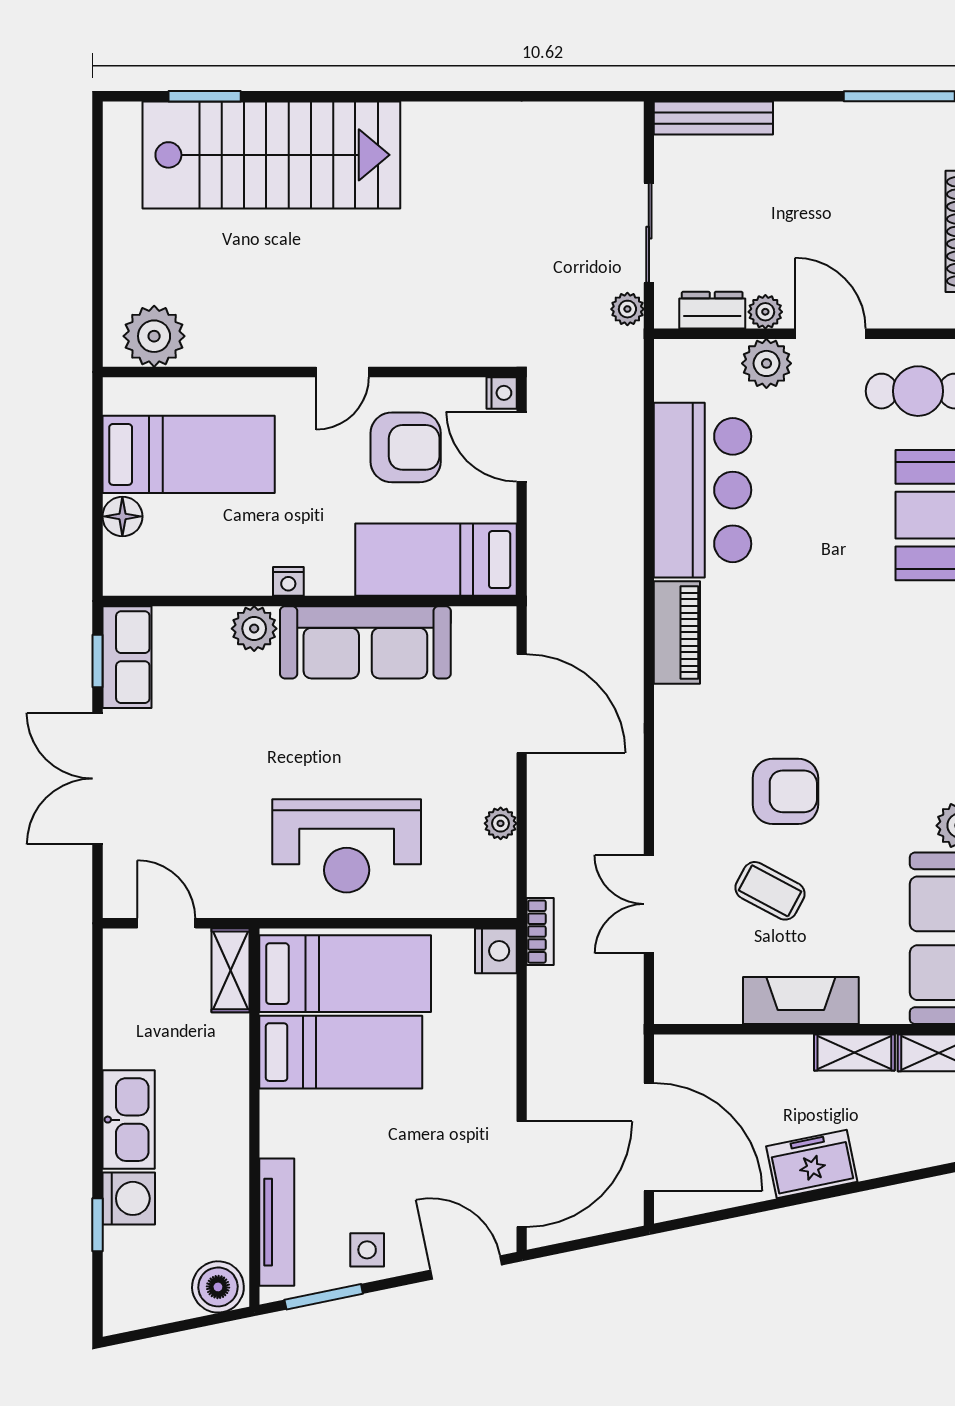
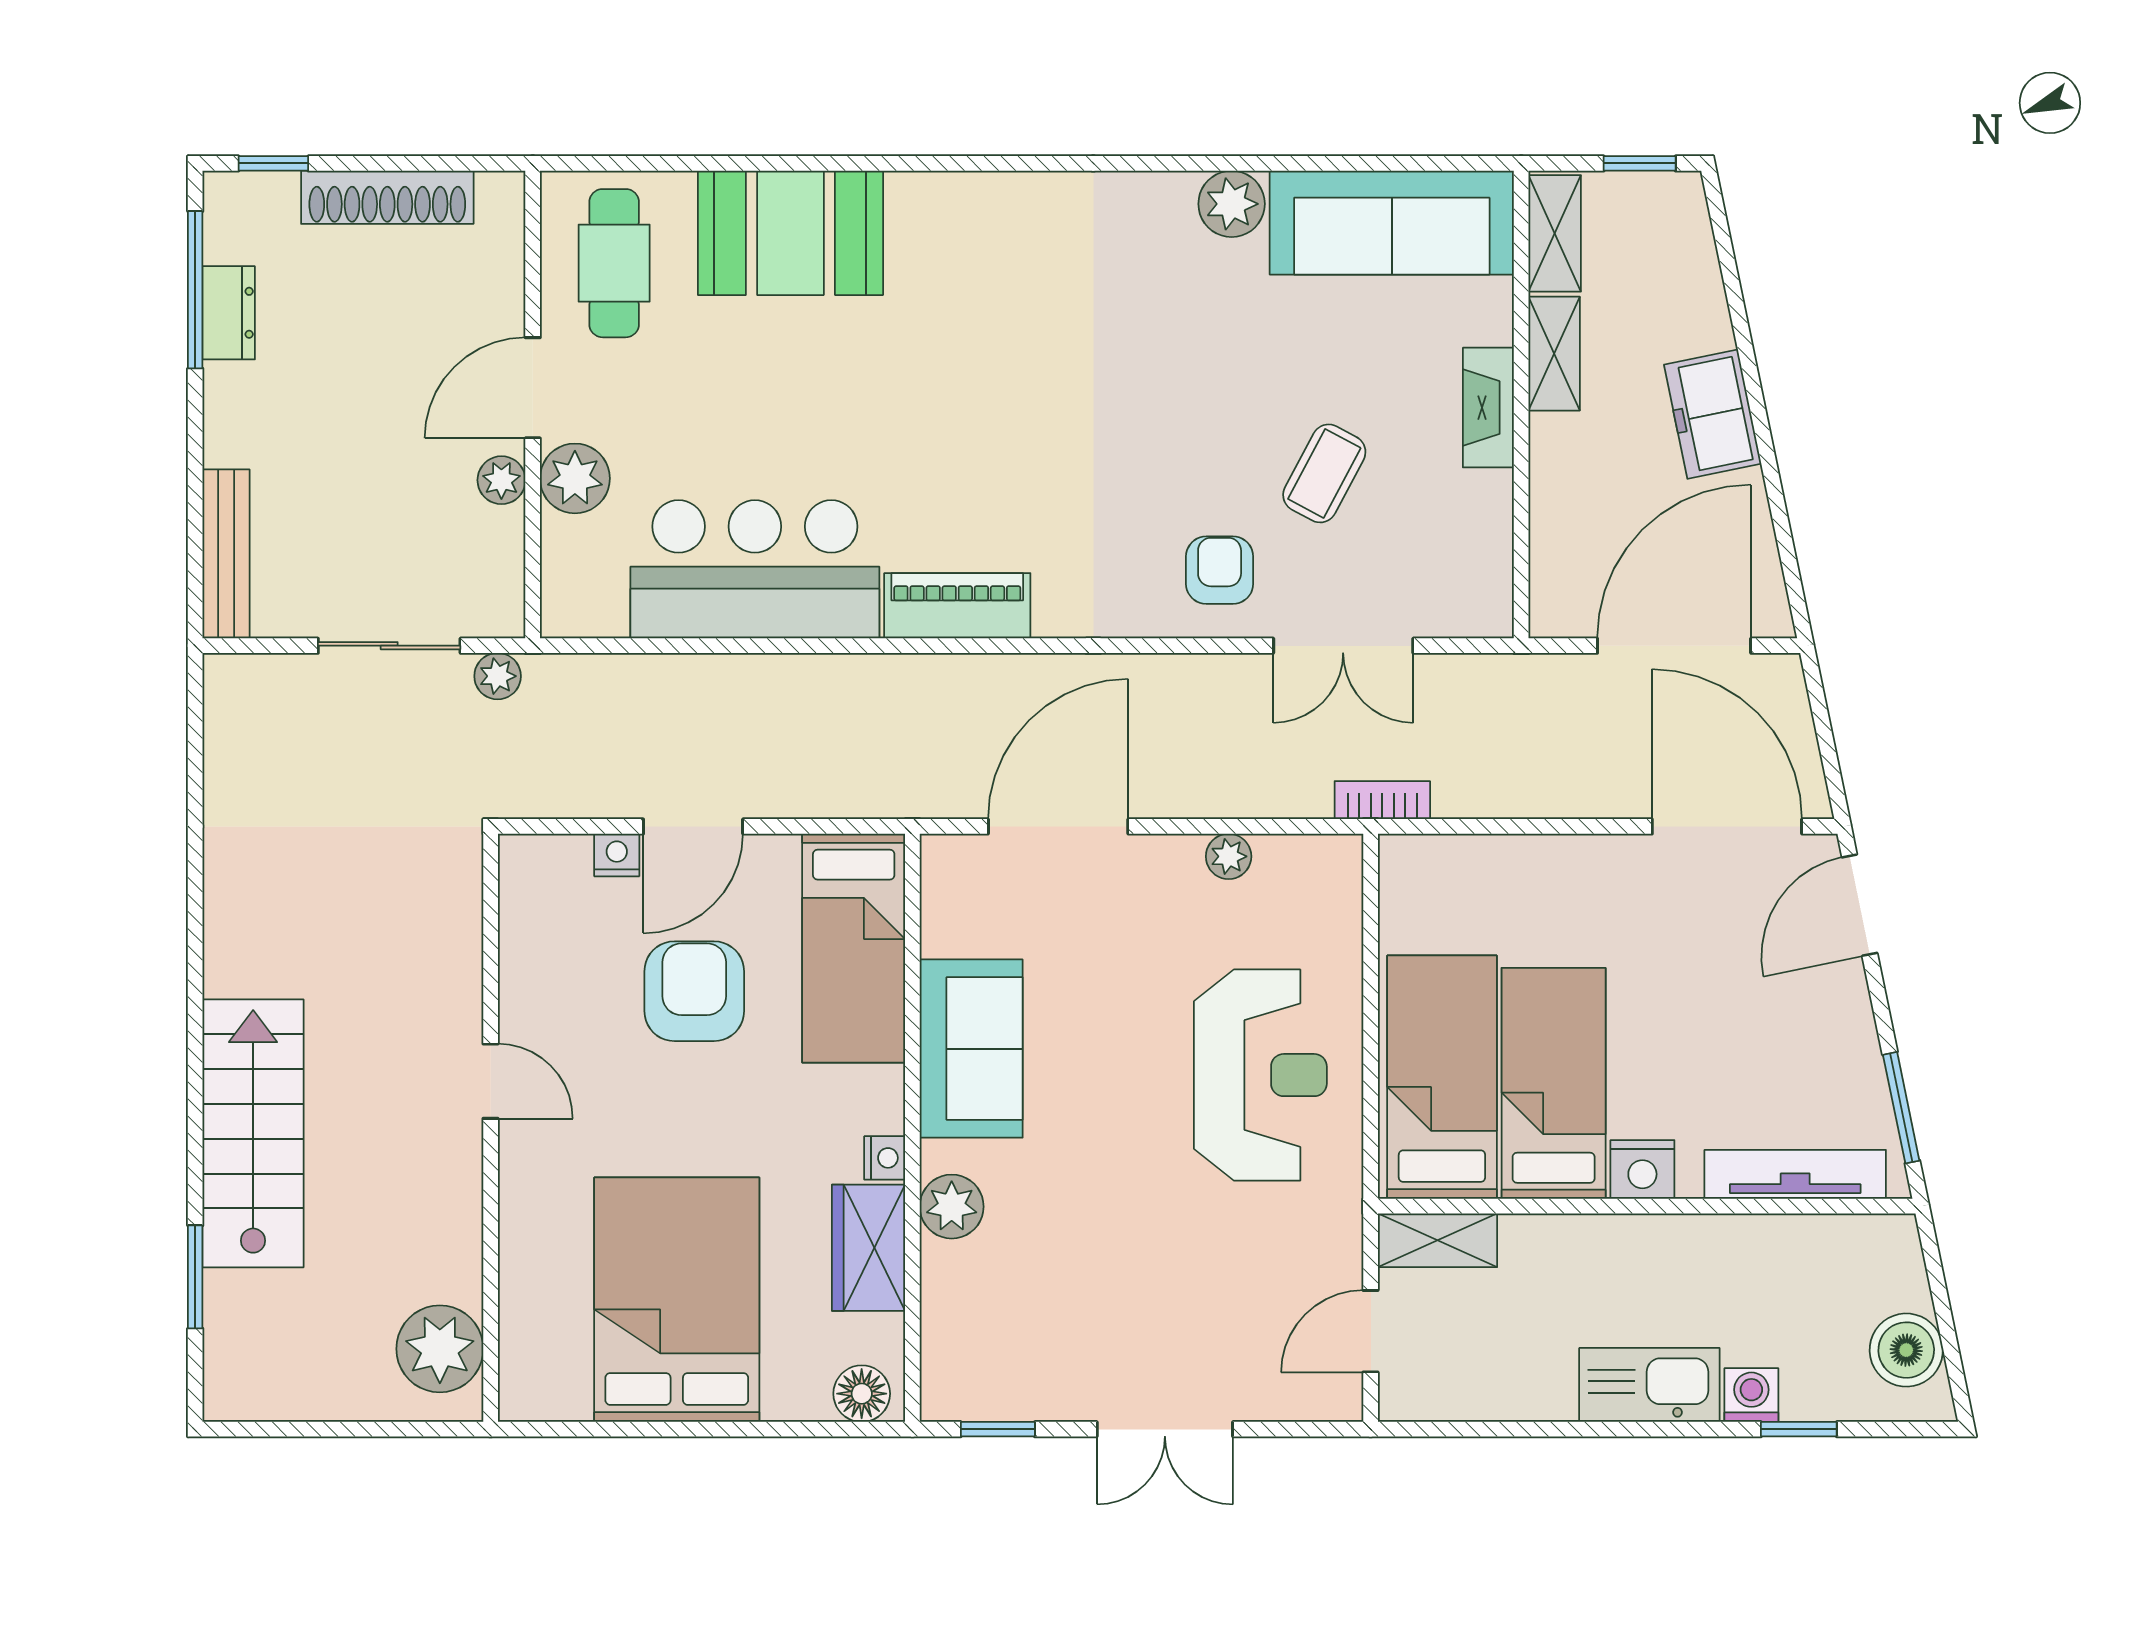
stairs: (271, 155) -> (253, 1133), width x0.73, depth x0.66
dresser: (712, 310) -> (229, 313), moved, turned 180
plant: (154, 336) -> (440, 1349), moved
wall: (310, 372) -> (491, 1128), moved
door: (342, 372) -> (491, 1081), moved
bed: (189, 454) -> (677, 1300), width x1.50
floor lamp: (122, 516) -> (862, 1394), moved
wardrobe: (225, 570) -> (869, 1248), added
sofa: (365, 642) -> (971, 1049), width x0.73
row of seats: (127, 657) -> (992, 1387), removed
double door: (97, 779) -> (1165, 1429), width x0.73
armchair: (785, 791) -> (1220, 570), moved, width x0.72, depth x0.72
nightstand: (496, 951) -> (1642, 1170), moved, turned 180
fireplace: (801, 1001) -> (1488, 408), width x0.73, depth x0.76
washing machine: (129, 1198) -> (1751, 1395), width x0.73, depth x0.73
side table: (367, 1250) -> (1835, 1046), removed
boiler: (218, 1287) -> (1906, 1350), moved

